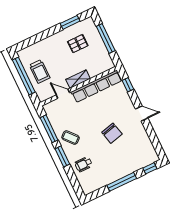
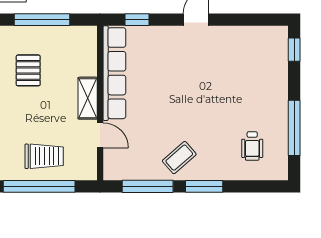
door: (63, 94) -> (100, 135), swing flipped
chair: (112, 133) -> (205, 85), removed
wheelchair: (84, 164) -> (252, 146), moved
window: (122, 182) -> (294, 128), moved

